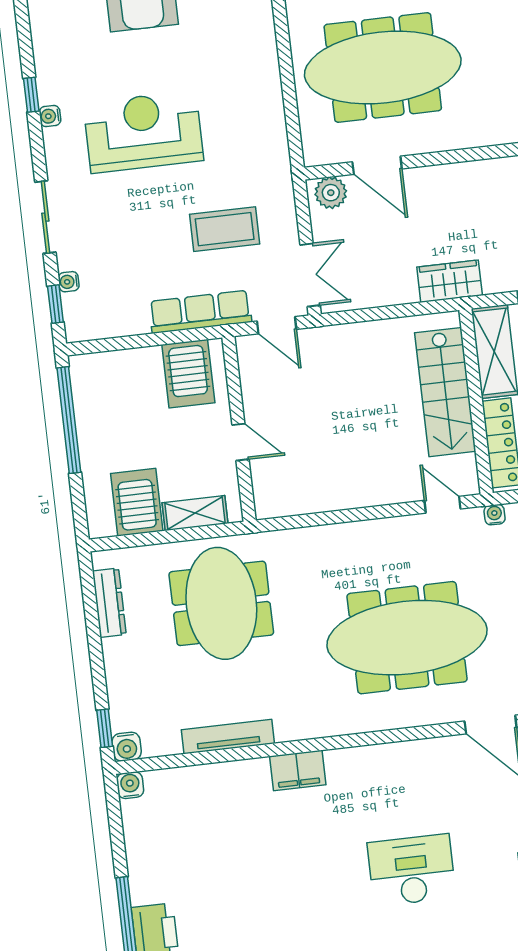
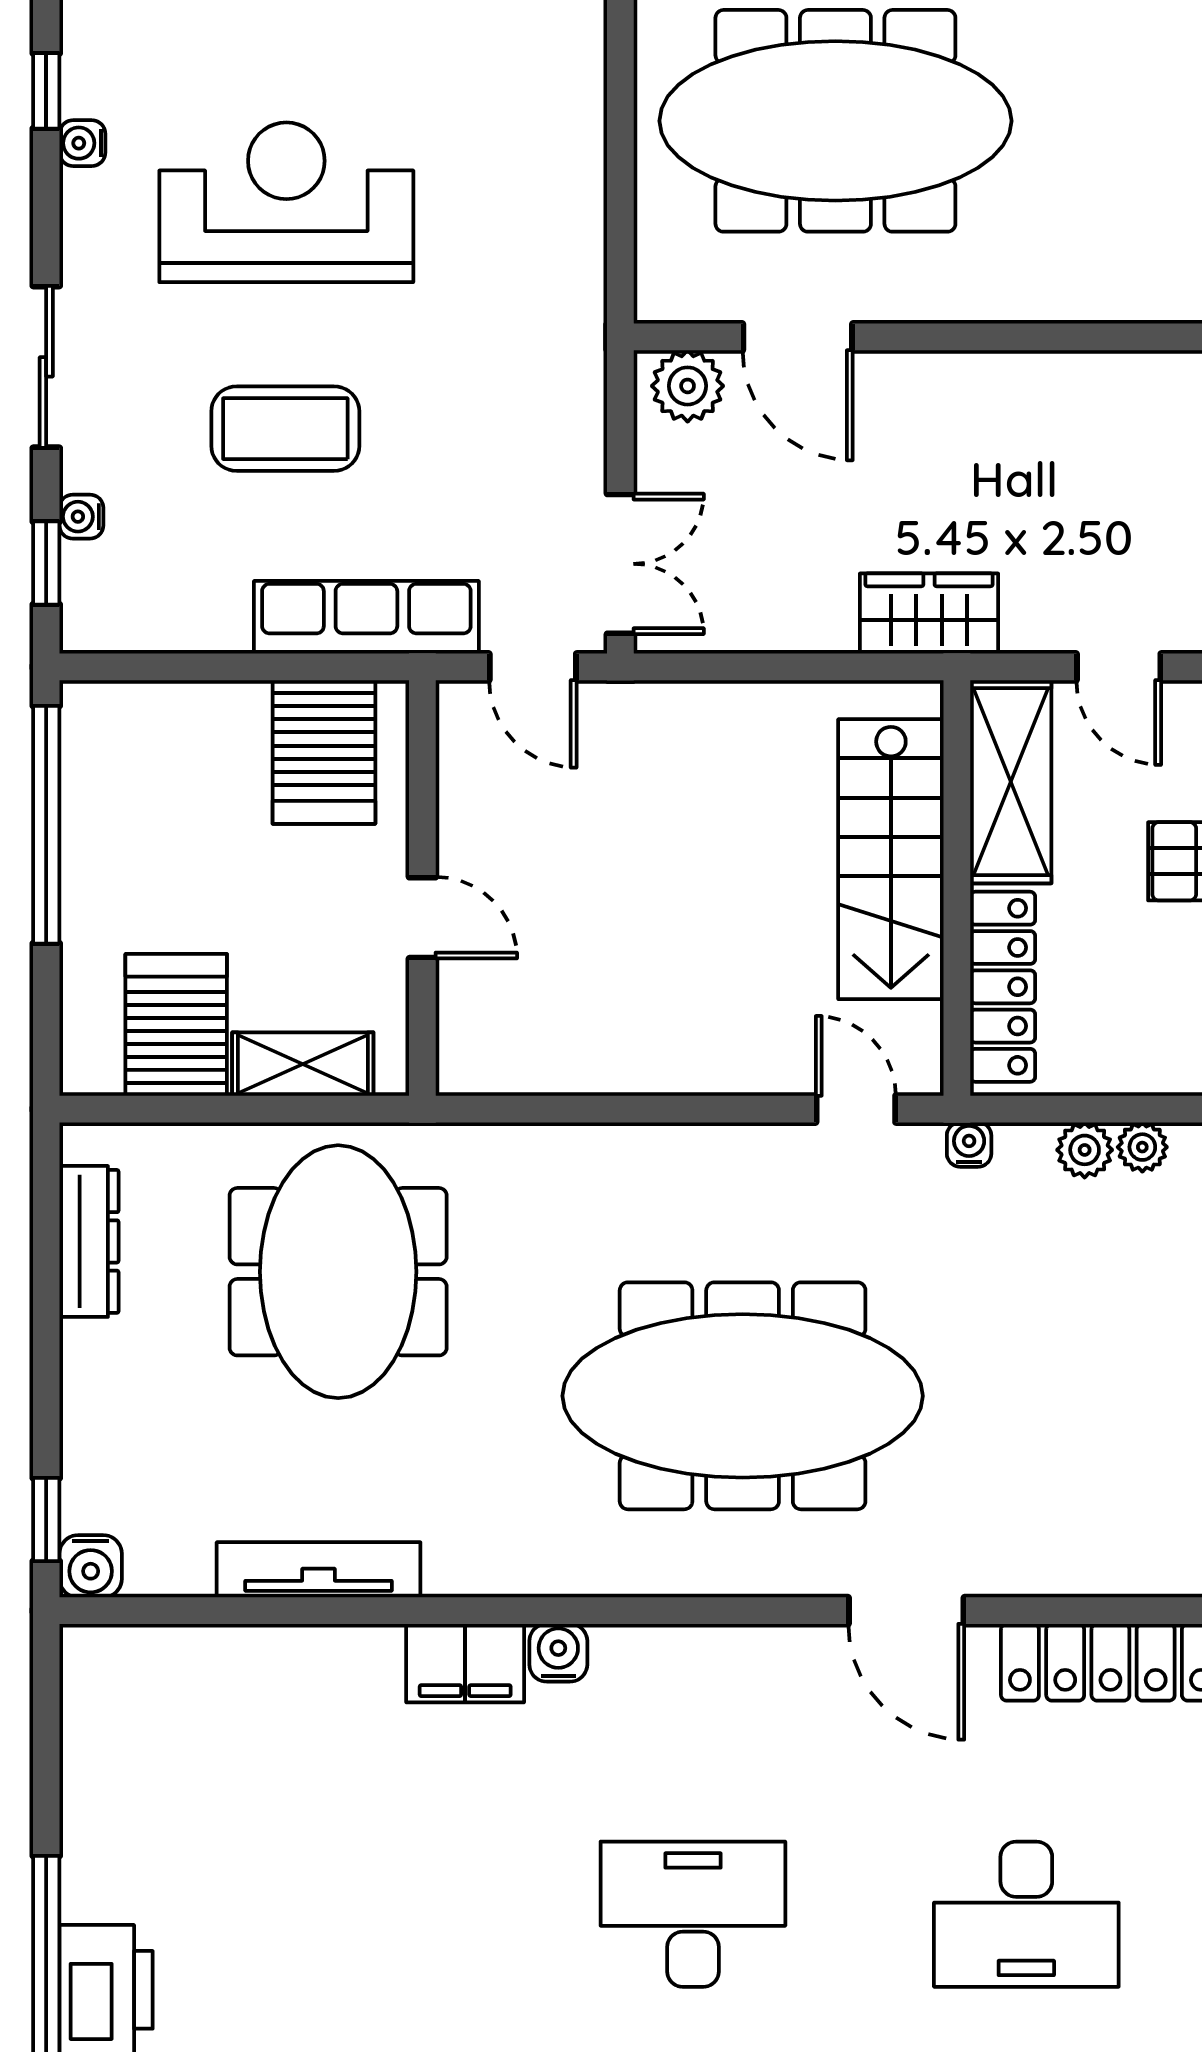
coffee table: (225, 229) -> (285, 429), moved
water cooler: (130, 785) -> (558, 1653), moved

